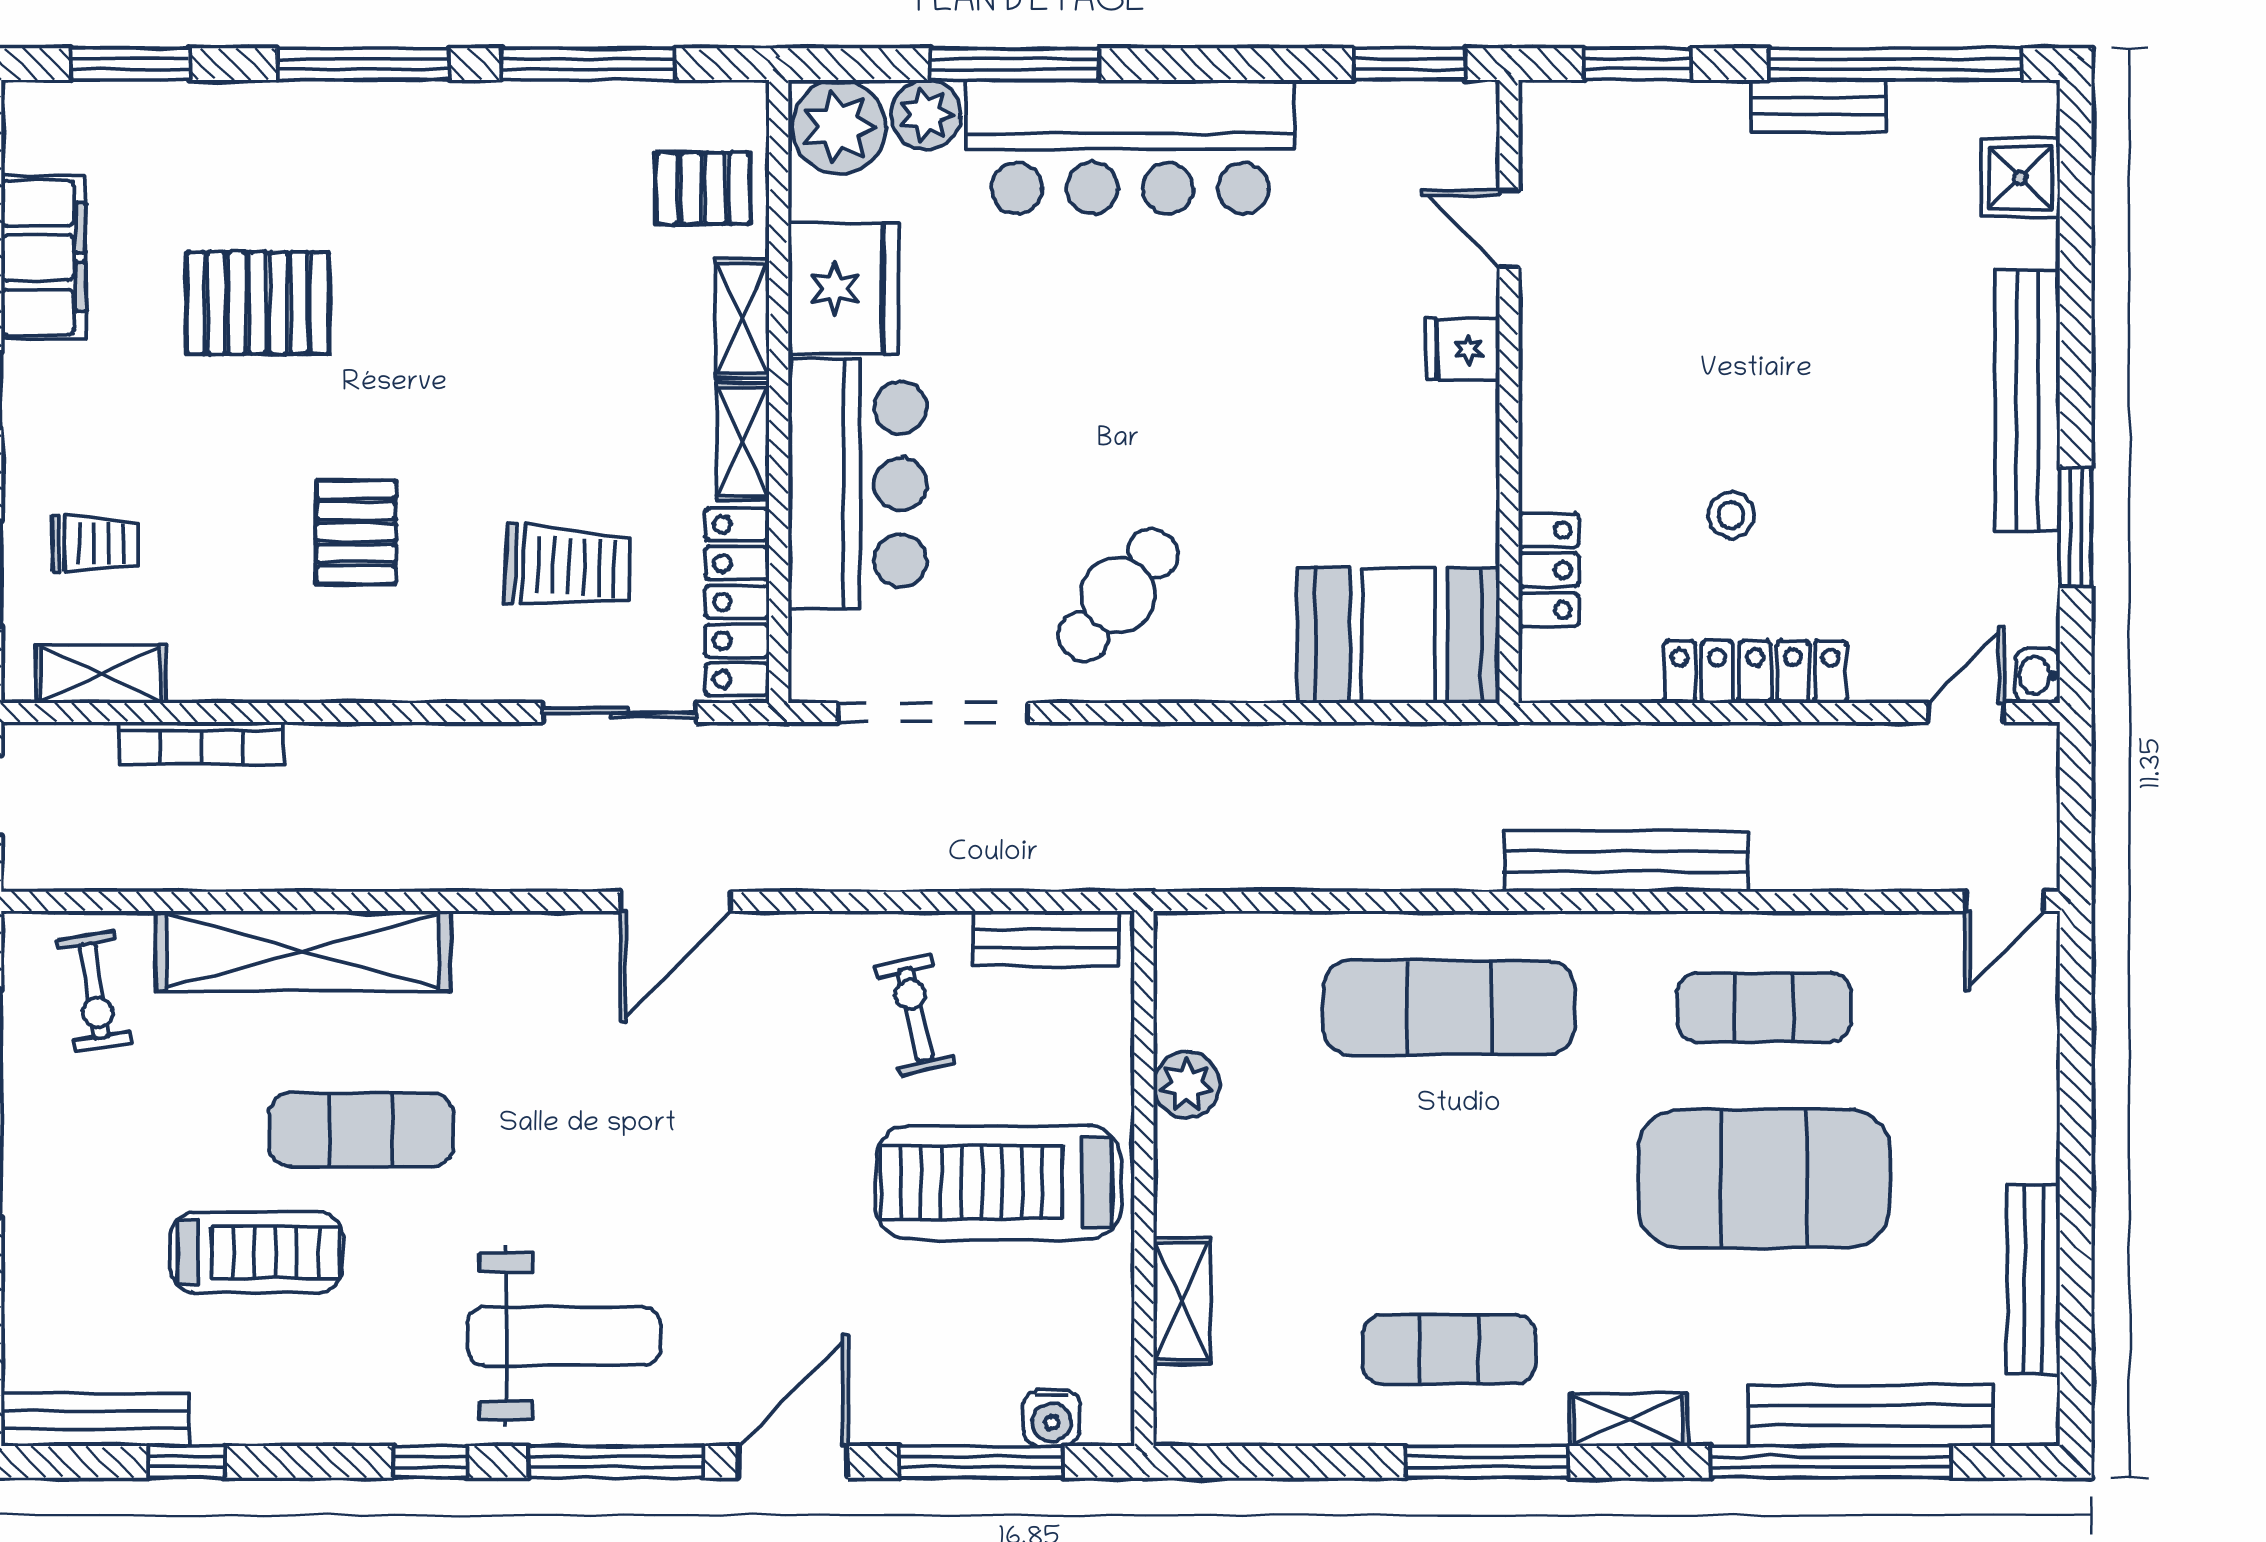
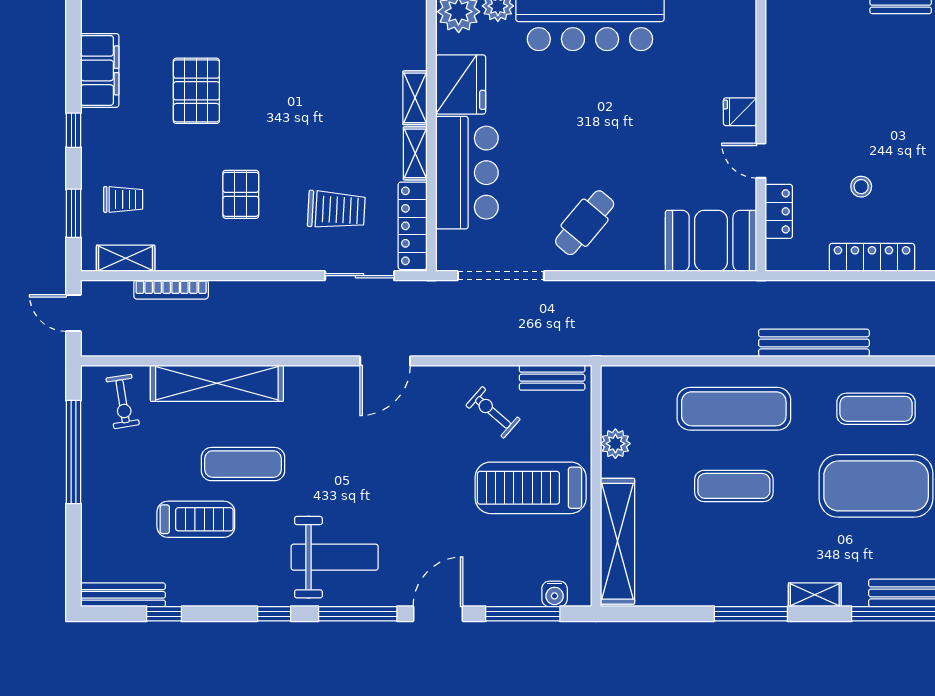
pallet: (703, 188) -> (397, 39), removed
door: (1509, 228) -> (761, 161), moved
pallet: (258, 303) -> (196, 91), turned 90
exercise bike: (915, 1015) -> (493, 412), turned -36
shelving: (1182, 1301) -> (618, 541), width x2.20, depth x1.33
exercise mat: (1449, 1349) -> (734, 486), moved

